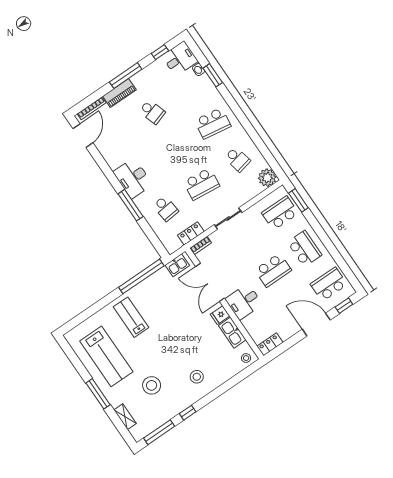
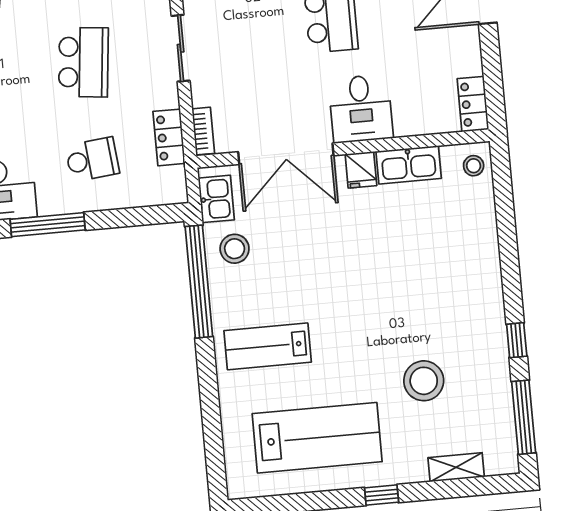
stool: (197, 377) -> (235, 249), moved
window: (98, 394) -> (382, 495), width x0.46

